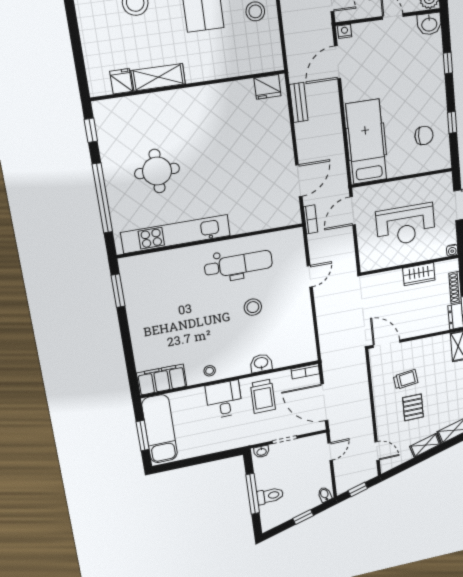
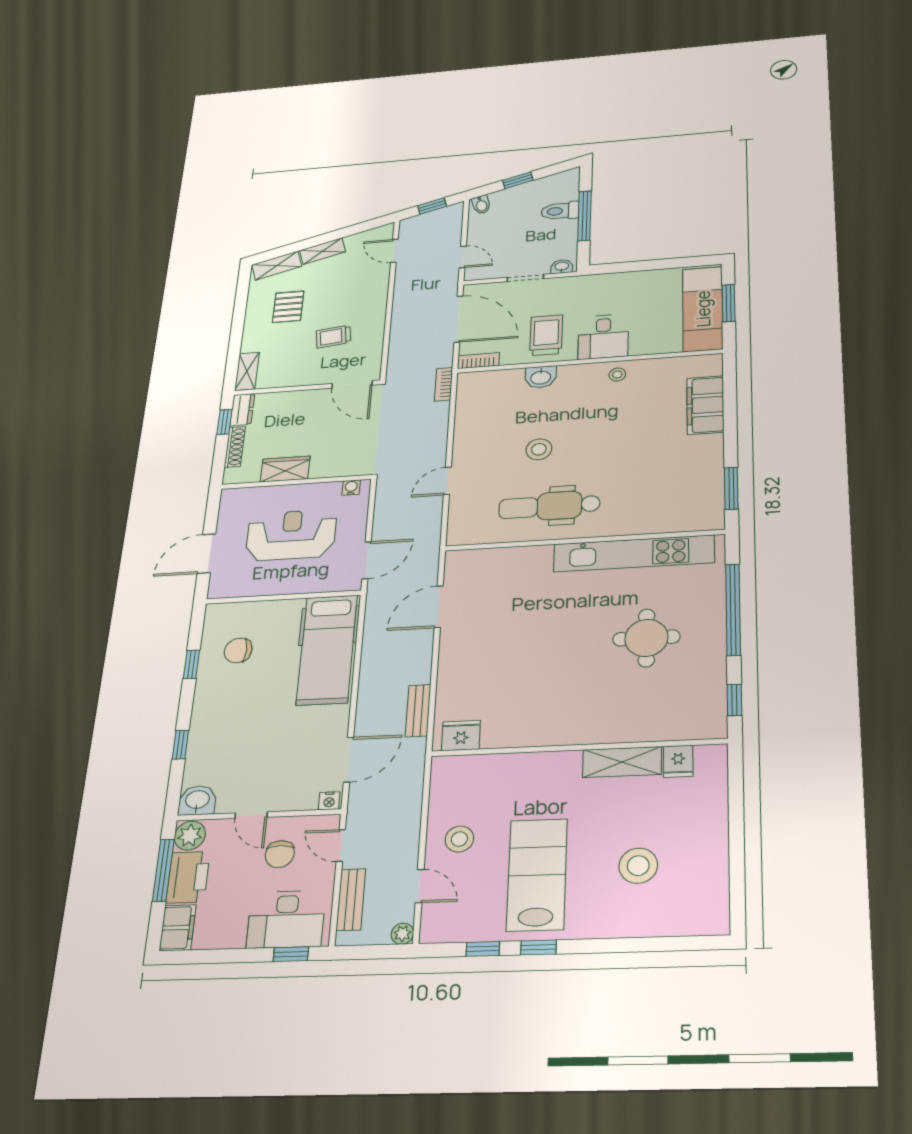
bookcase: (311, 219) -> (444, 384), moved
water cooler: (452, 250) -> (351, 488), moved
filing cabinet: (162, 380) -> (705, 405), moved, turned 90
pallet: (413, 407) -> (288, 307), moved
door: (330, 452) -> (463, 257), swing flipped

